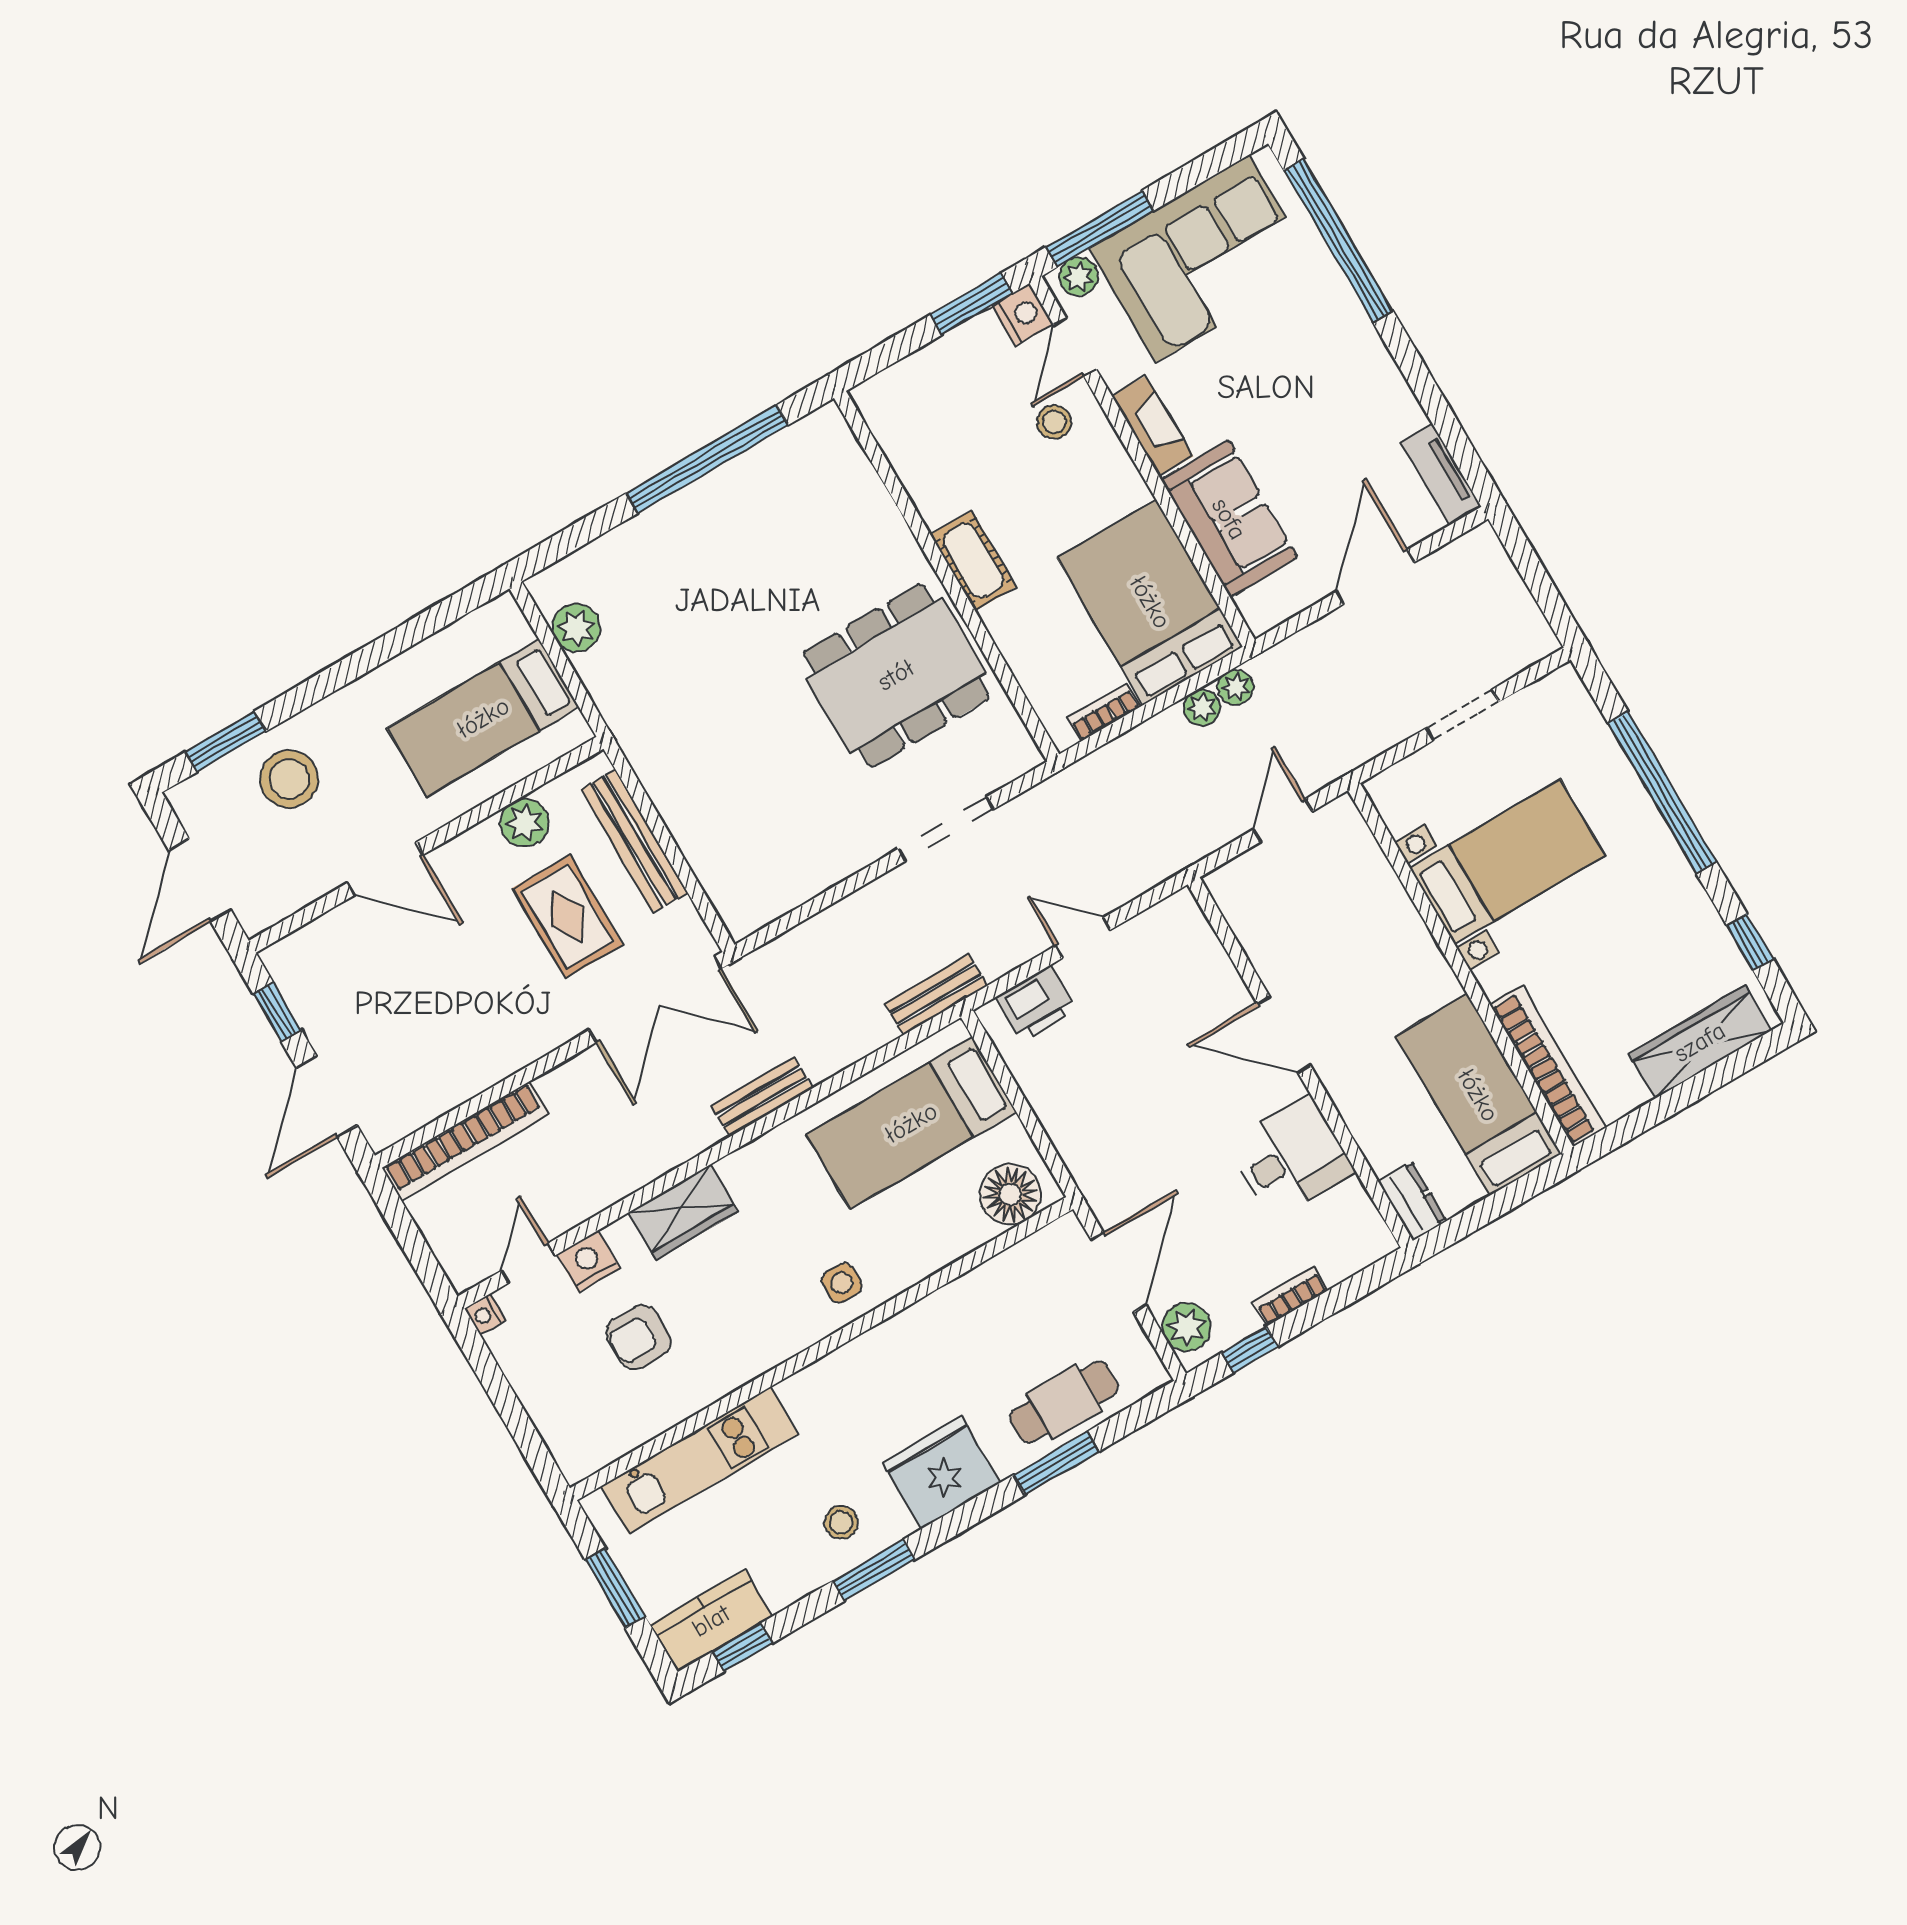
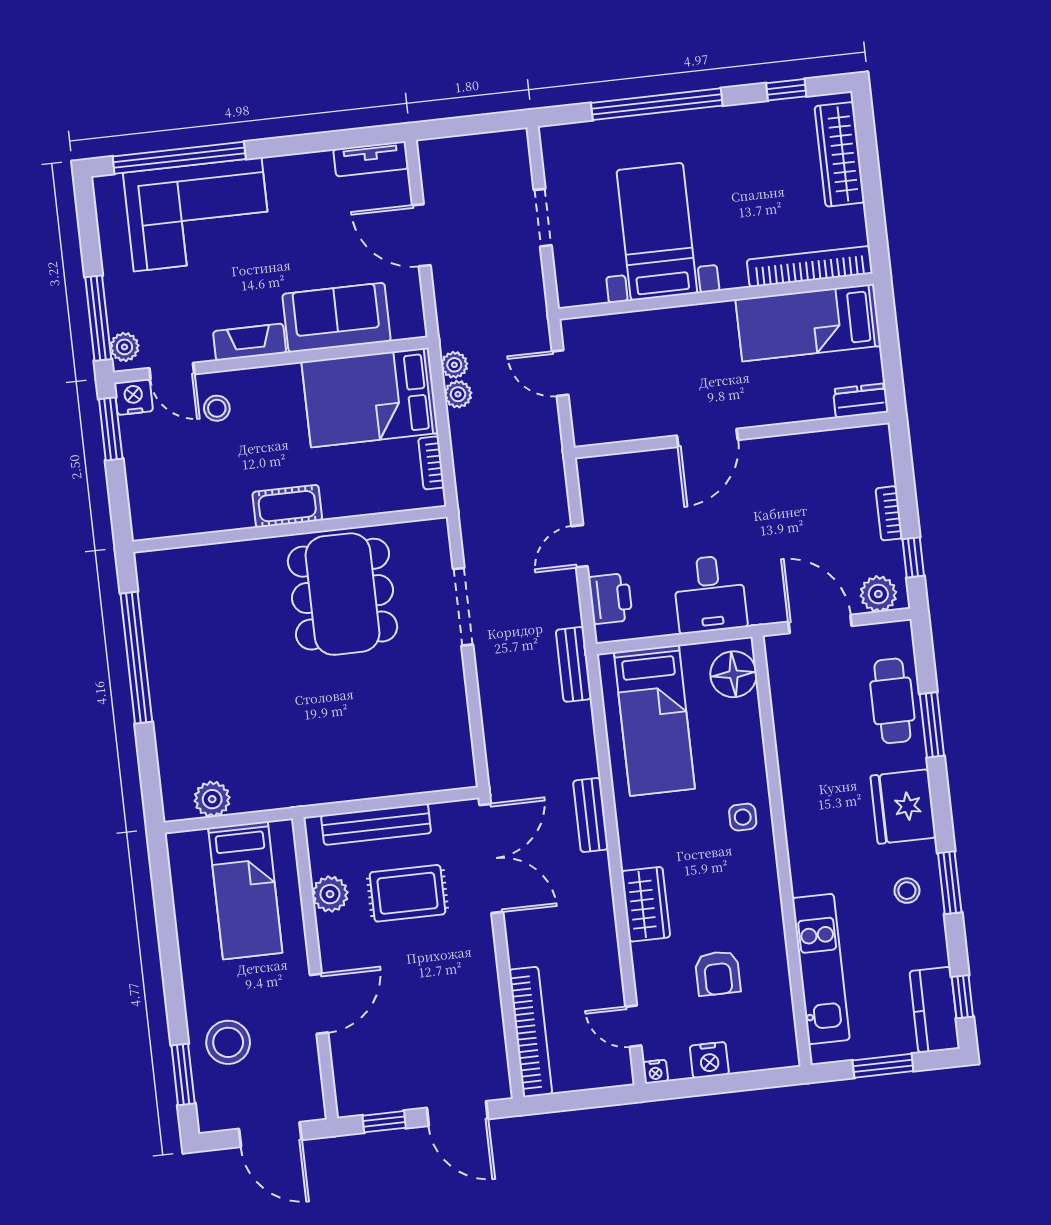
corner sofa: (1202, 259) -> (198, 214), moved, turned 90
desk: (1291, 1157) -> (710, 594), moved, turned 180
nightstand: (588, 1261) -> (709, 1060), moved, turned -90

